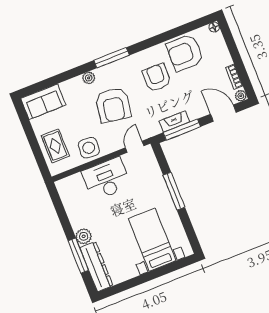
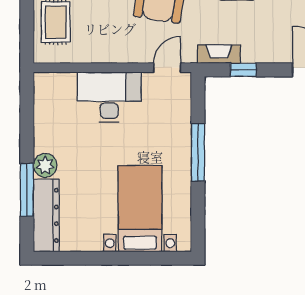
fireplace: (174, 121) -> (219, 54), moved
window: (182, 130) -> (243, 70), width x0.46
side table: (89, 148) -> (102, 43), removed

